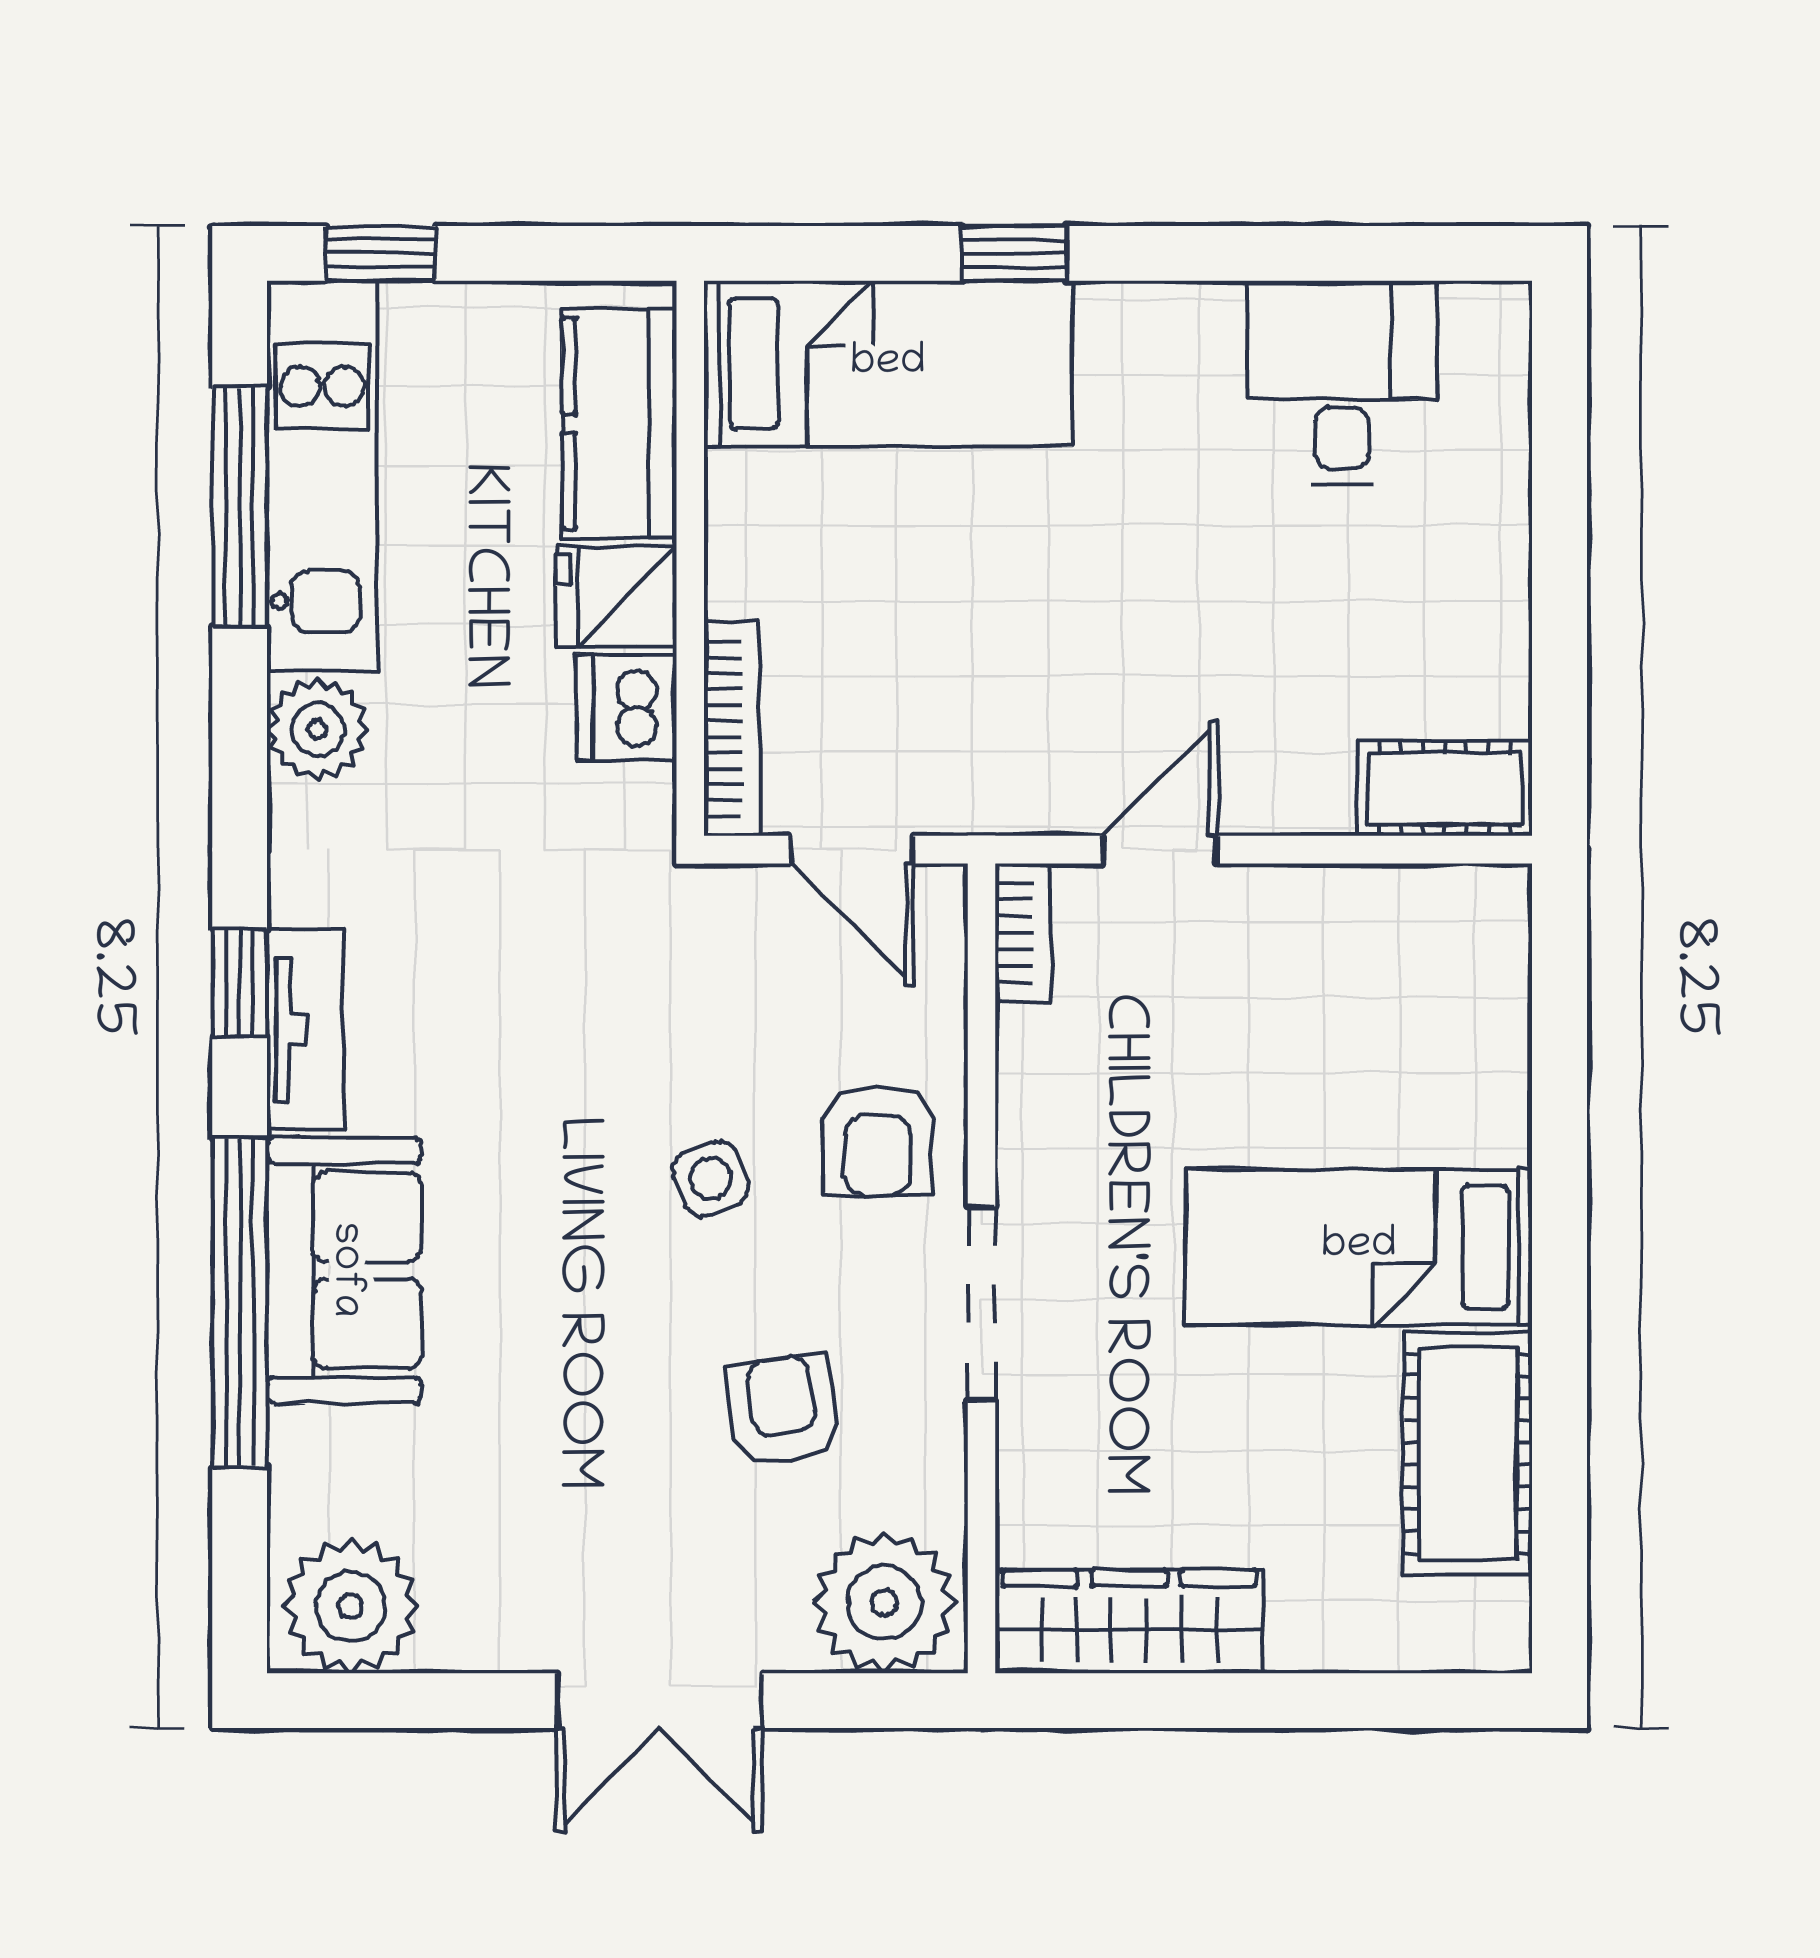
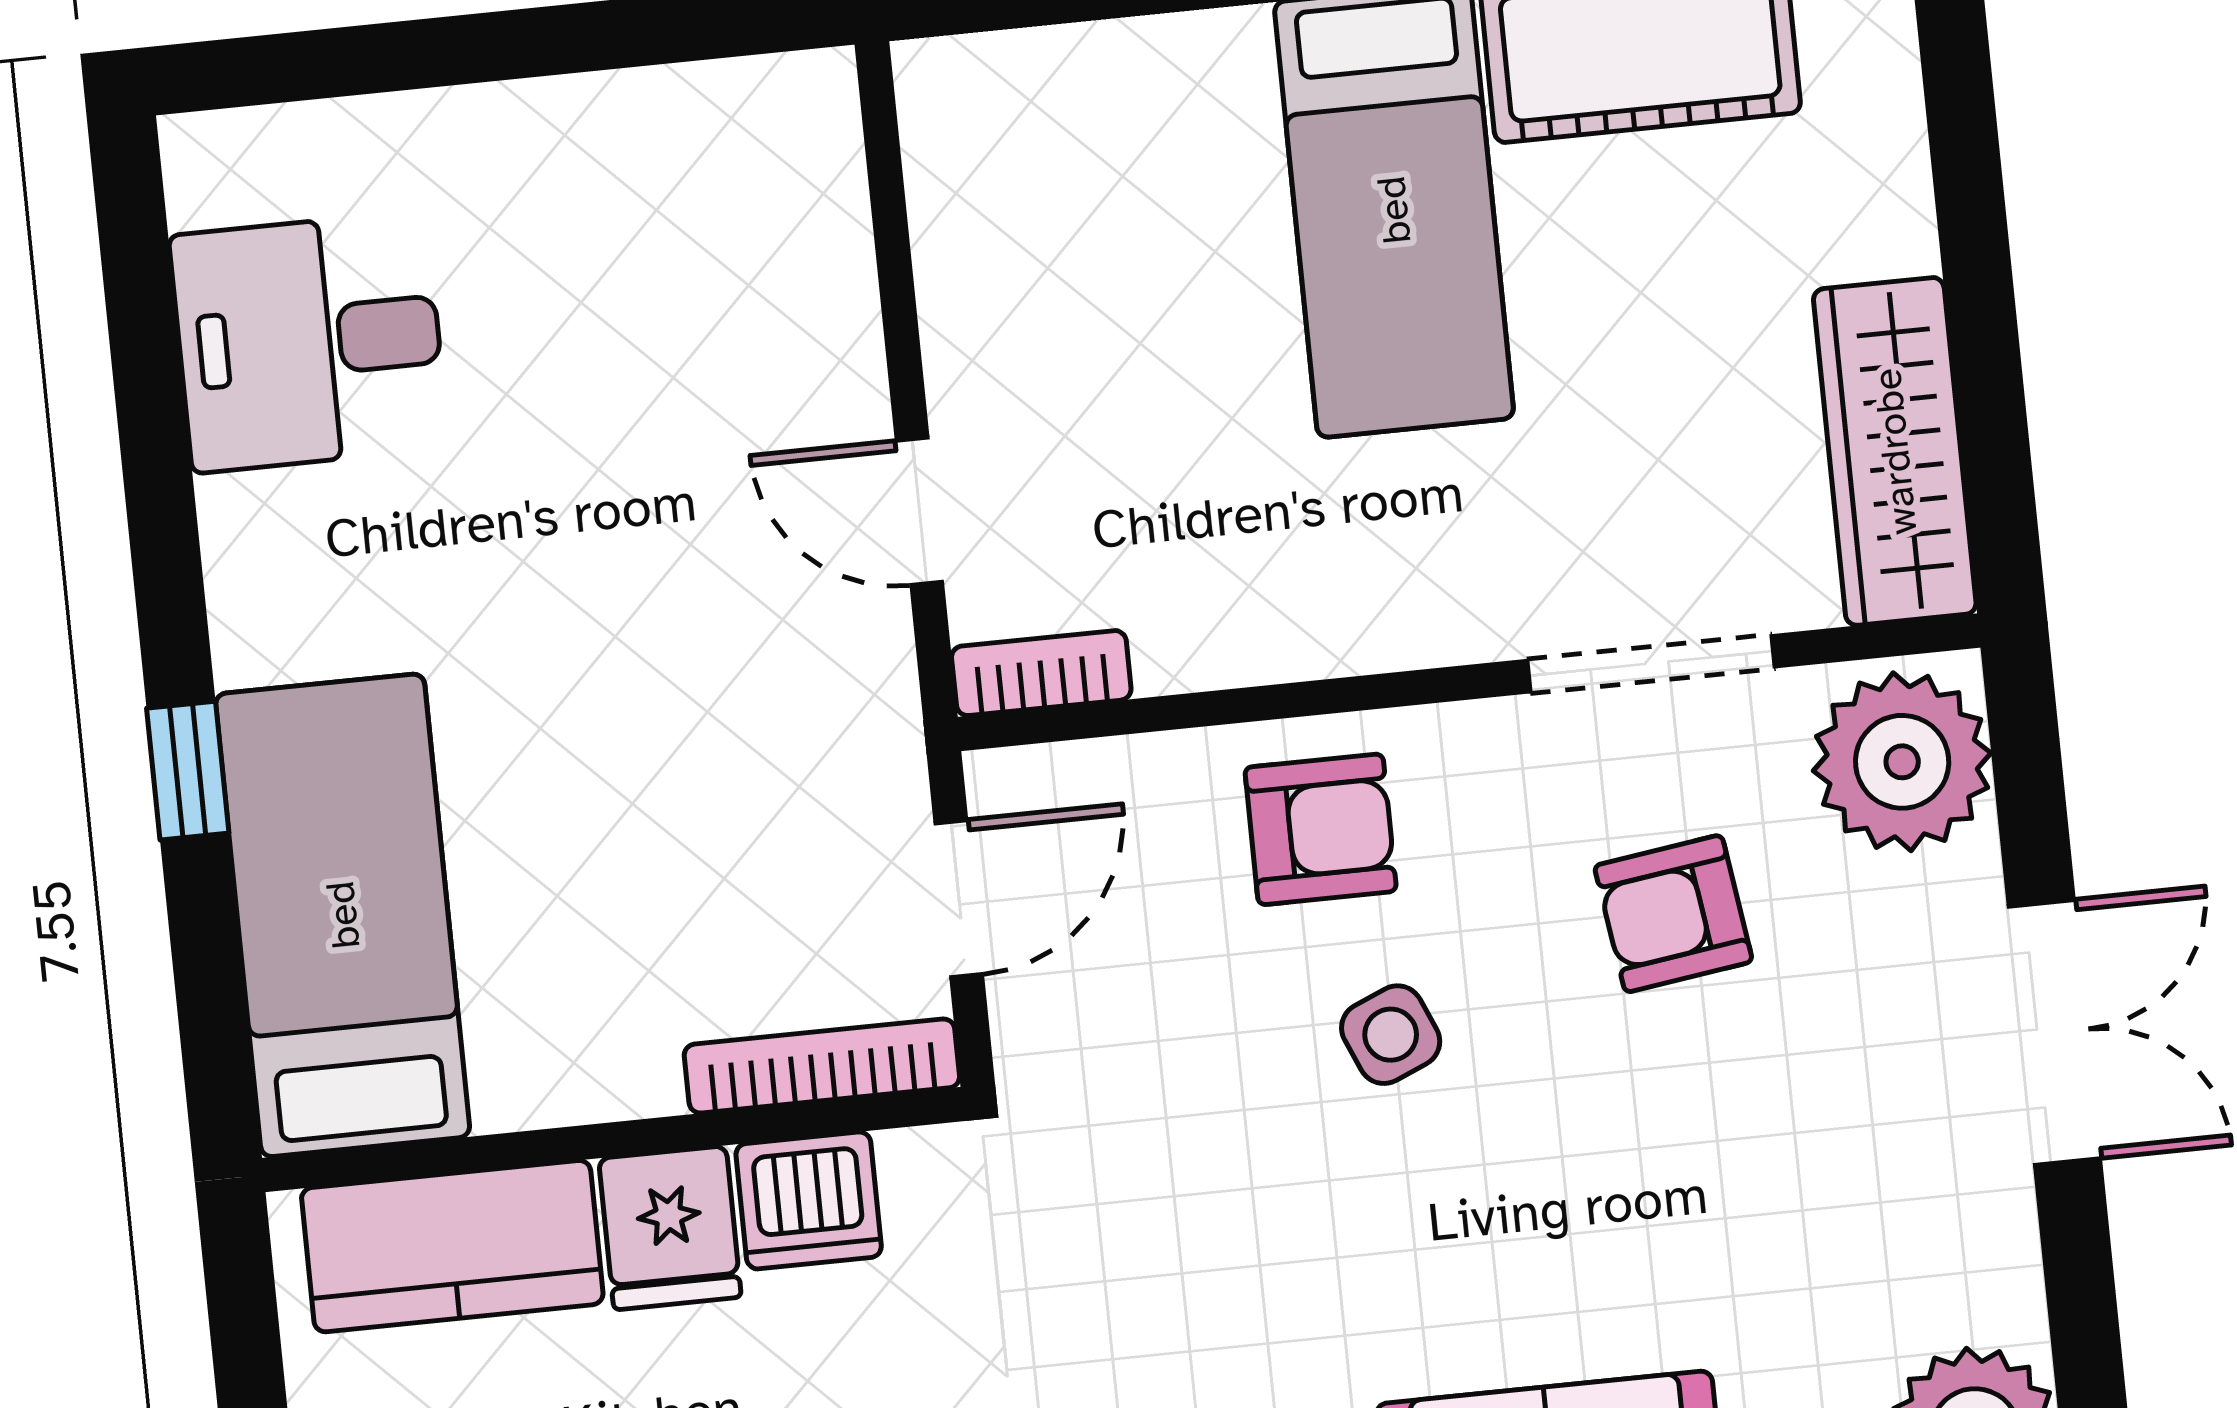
cot: (1445, 788) -> (806, 161), removed
doorway: (981, 1304) -> (1651, 664), moved

